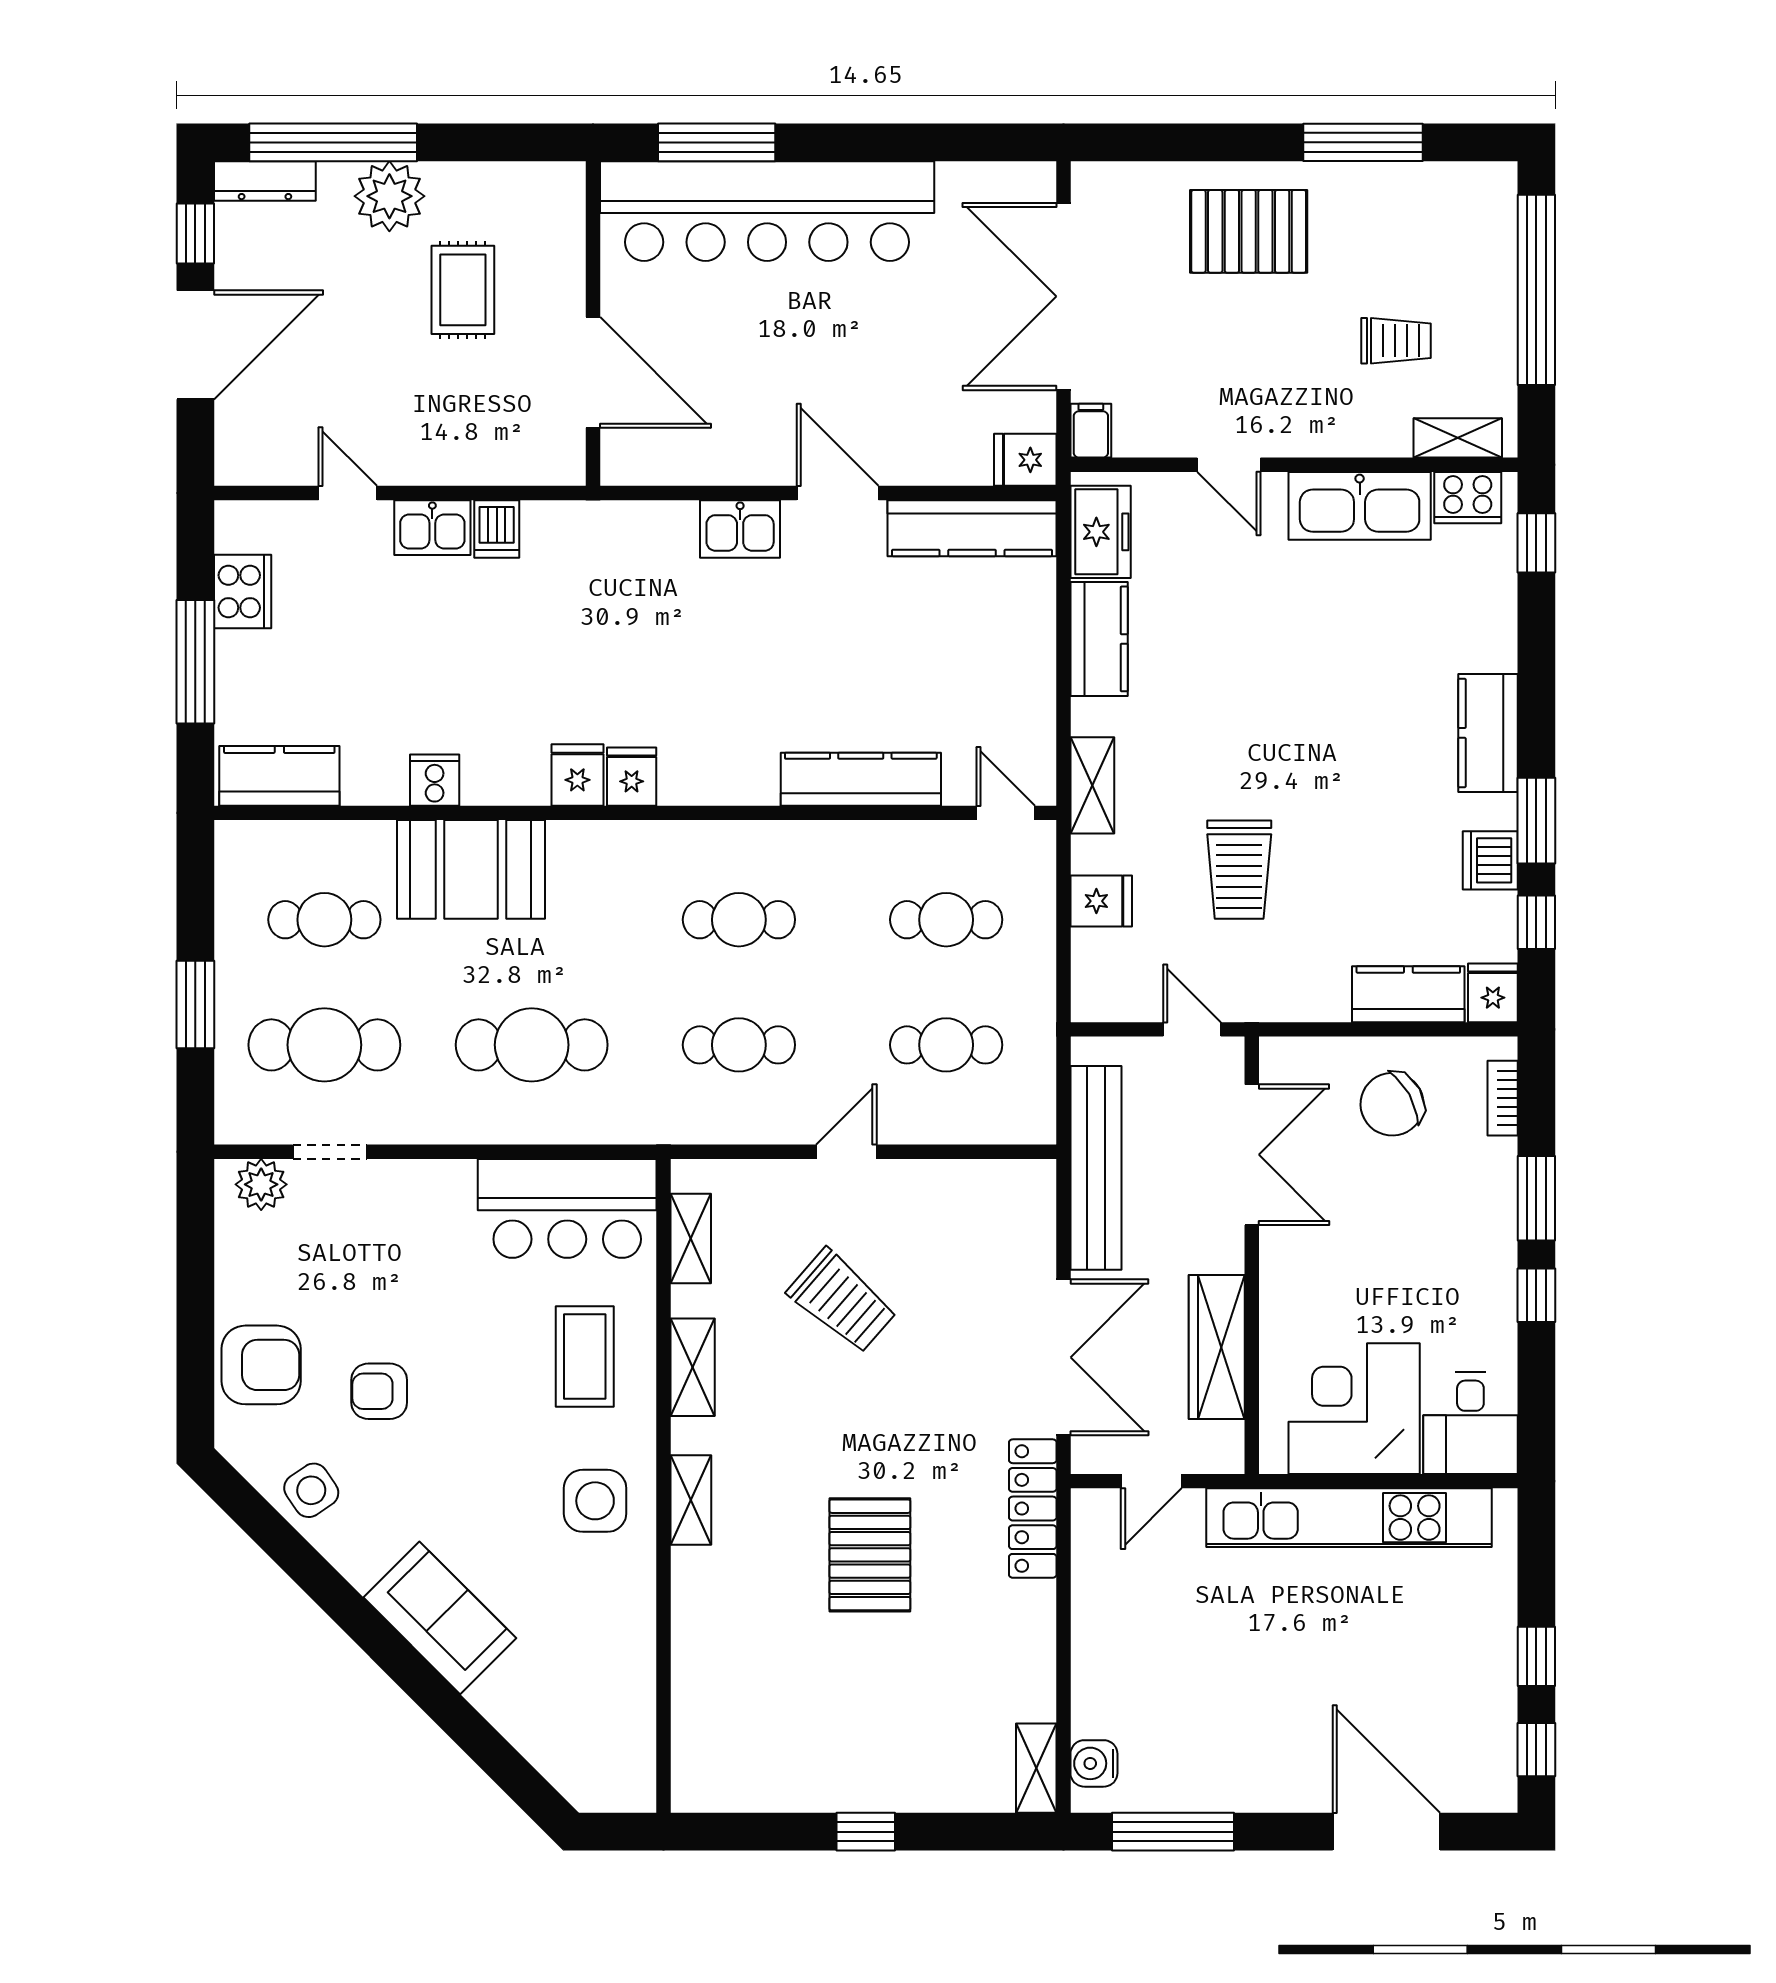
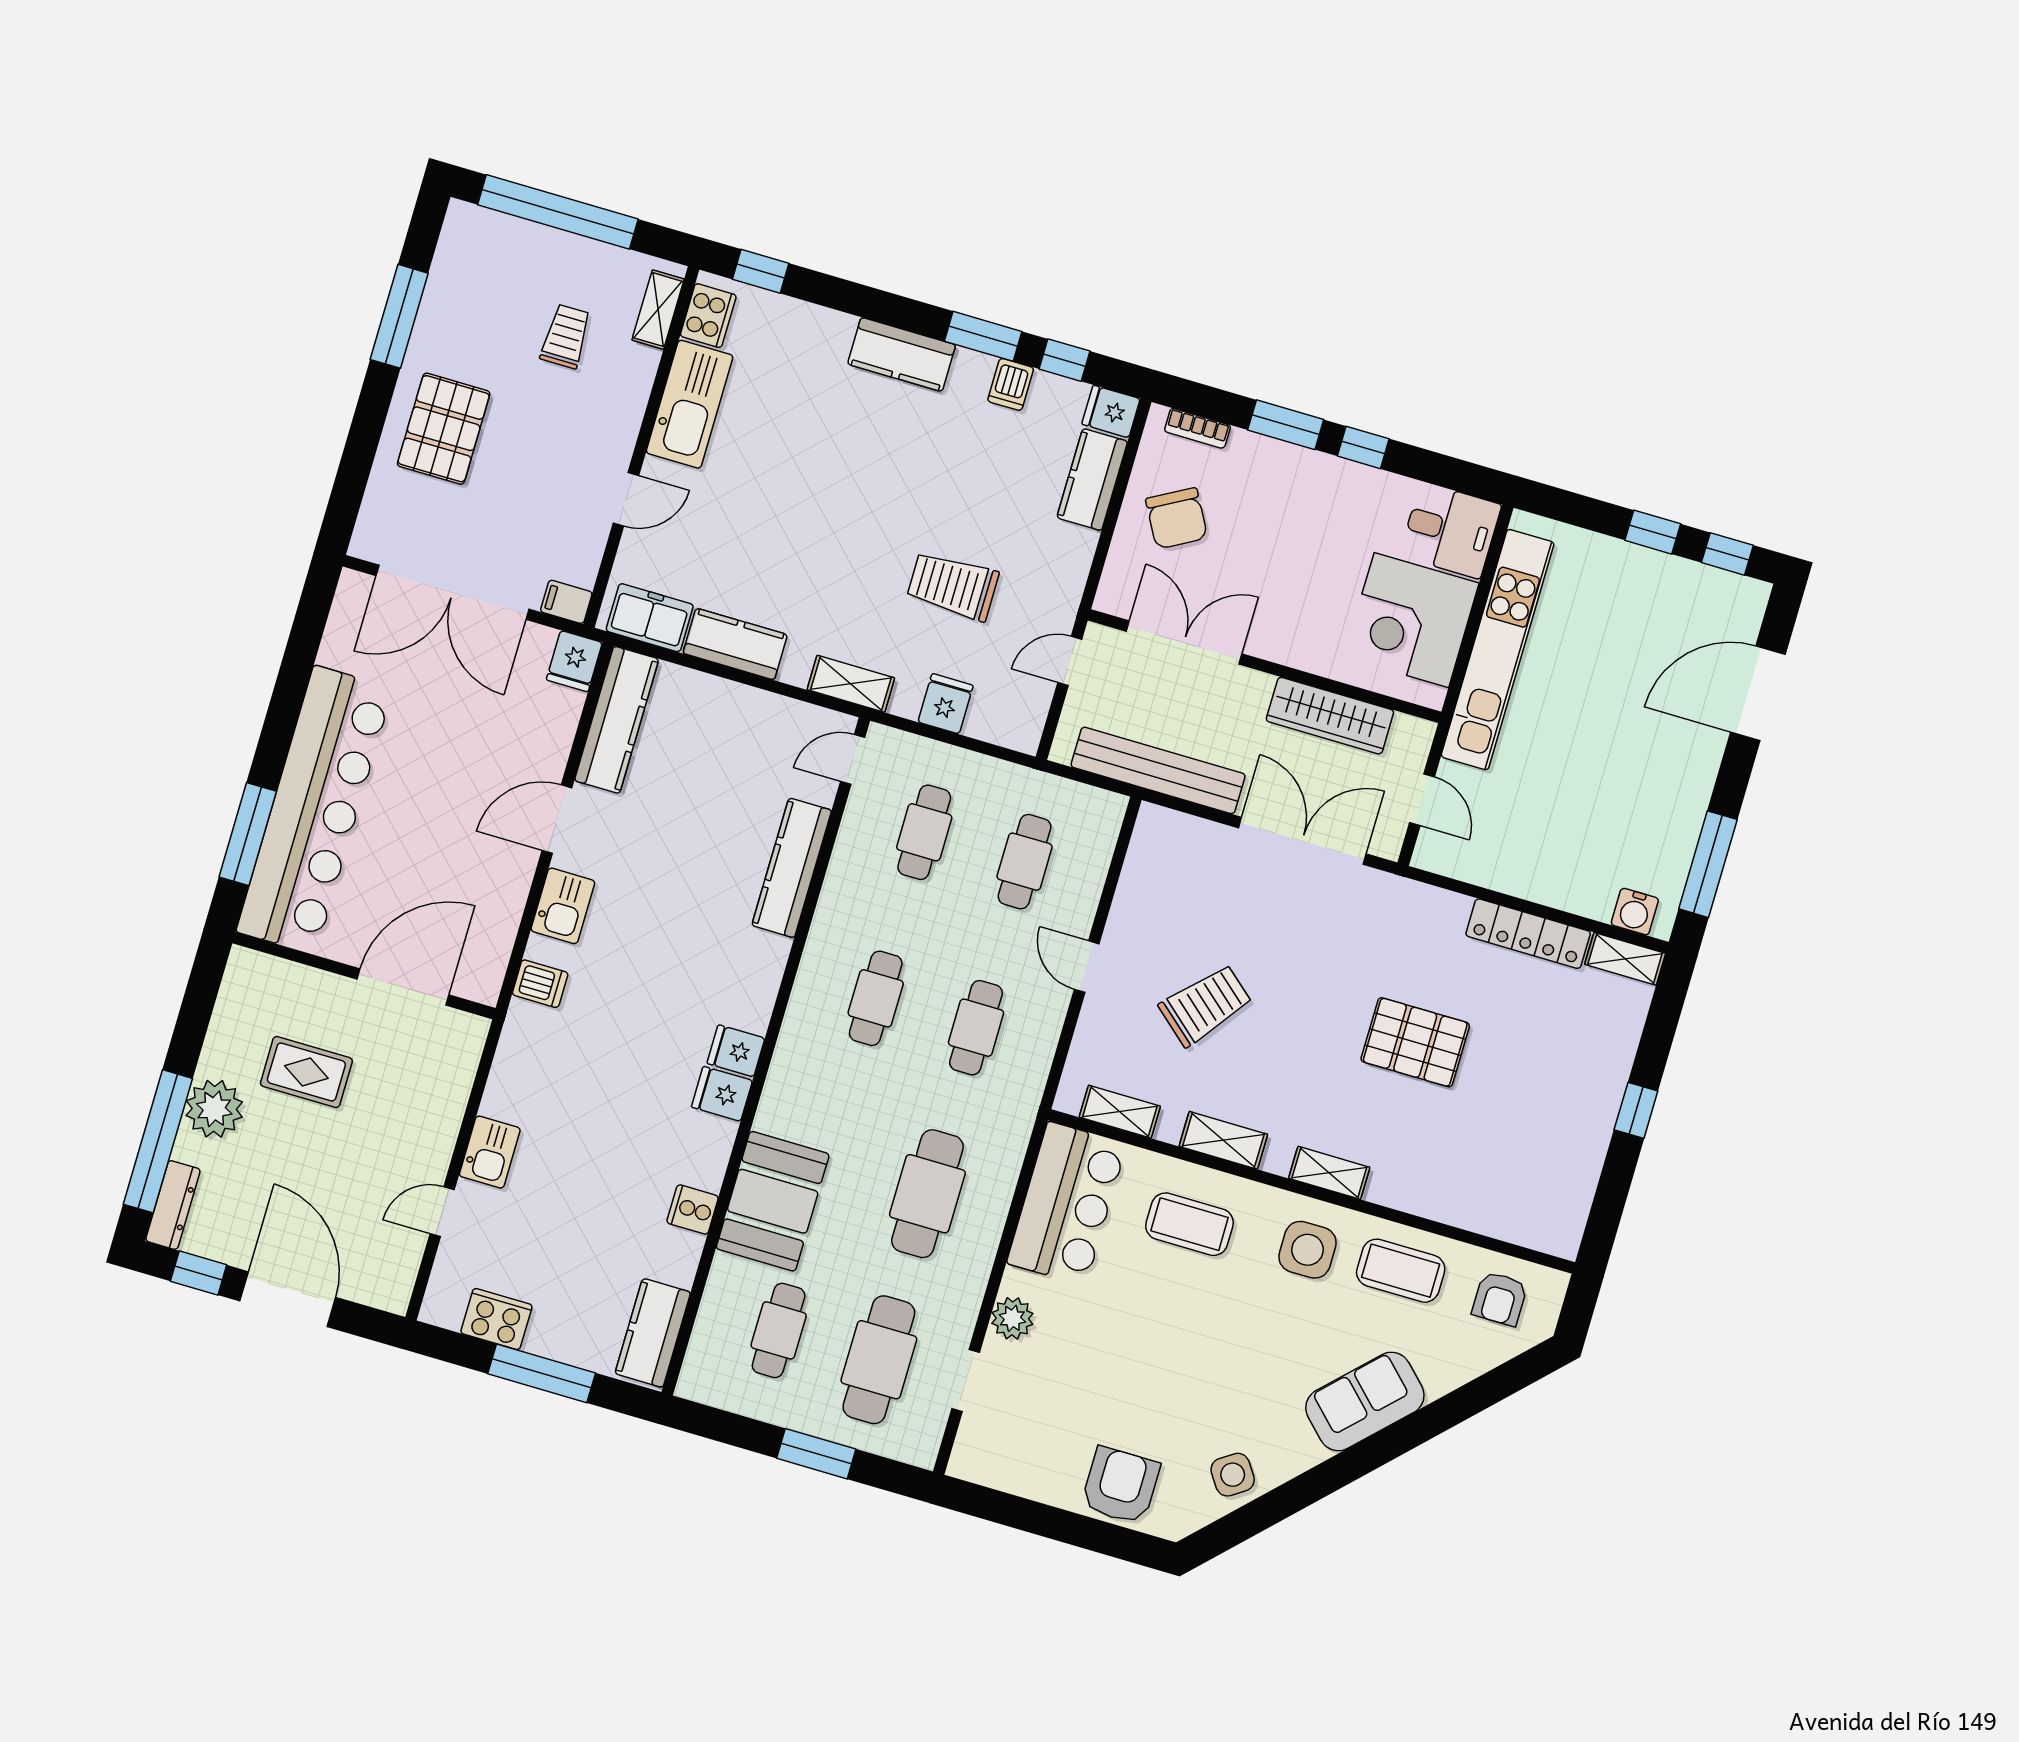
dishwasher: (497, 529) -> (540, 984), moved
dishwasher: (1490, 860) -> (1011, 384), width x0.73
trolley: (1239, 870) -> (953, 586), turned 180
plant: (261, 1184) -> (1012, 1318), moved
armchair: (379, 1391) -> (1500, 1299), moved
locker: (1033, 1509) -> (1528, 934), moved
coffee table: (602, 1615) -> (1401, 1271), added

